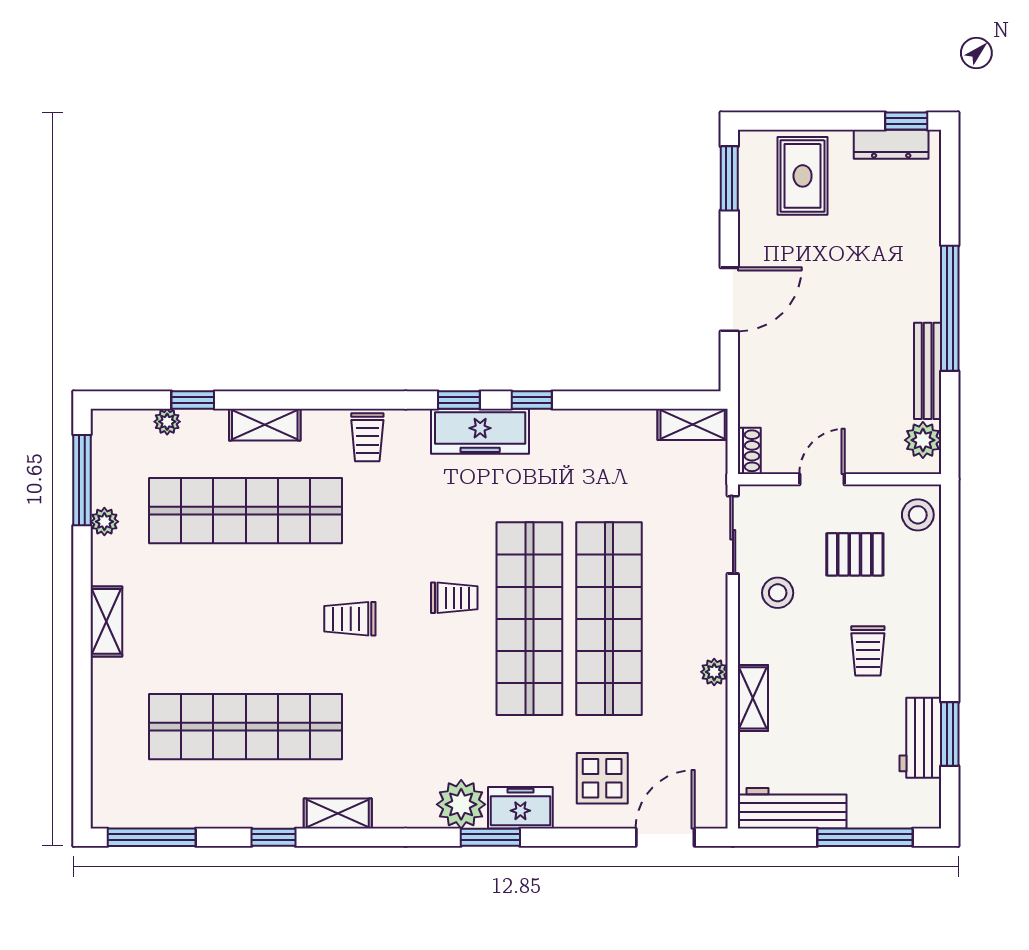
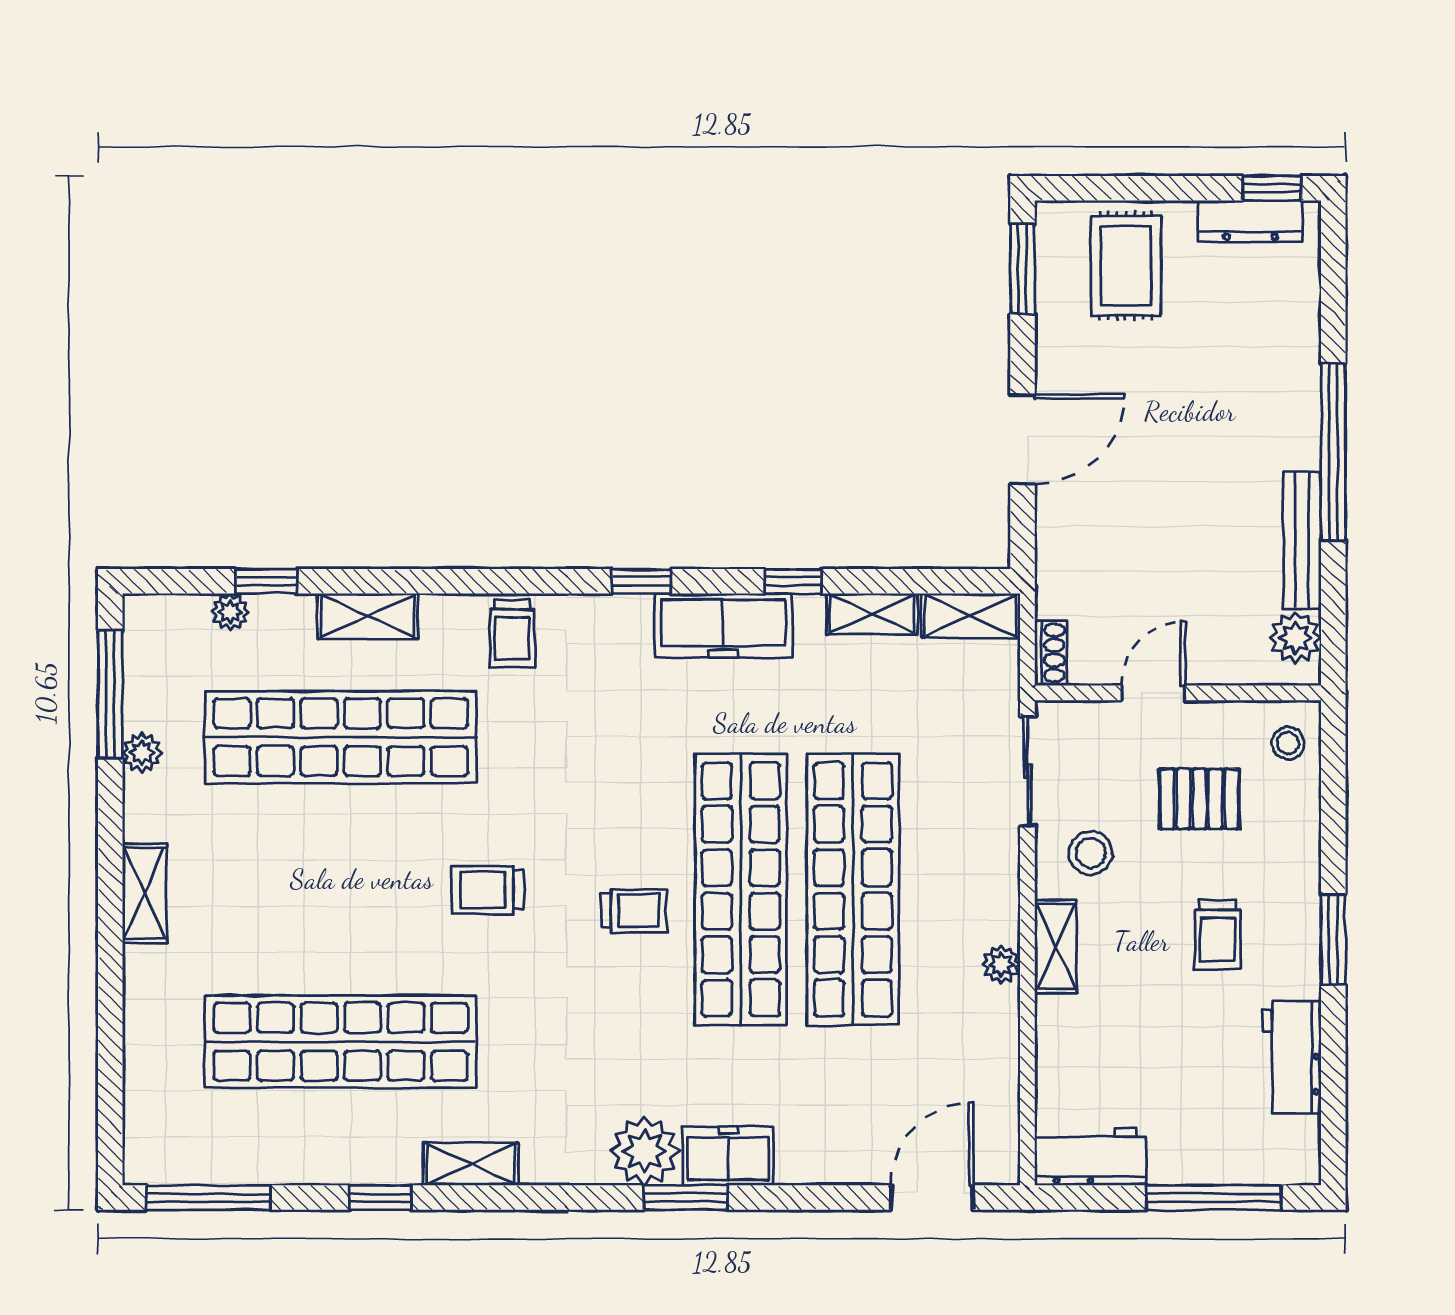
window: (532, 400) -> (793, 581), moved
shelving: (622, 423) -> (872, 614), added
freezer: (480, 431) -> (723, 625), moved
stool: (918, 515) -> (1288, 743), width x0.73, depth x0.73
trolley: (454, 598) -> (634, 911), moved
shelving: (753, 698) -> (1056, 946), moved
window: (950, 734) -> (1333, 939), moved
display table: (602, 778) -> (843, 1114), removed
workbench: (792, 808) -> (1090, 1157), width x0.73

